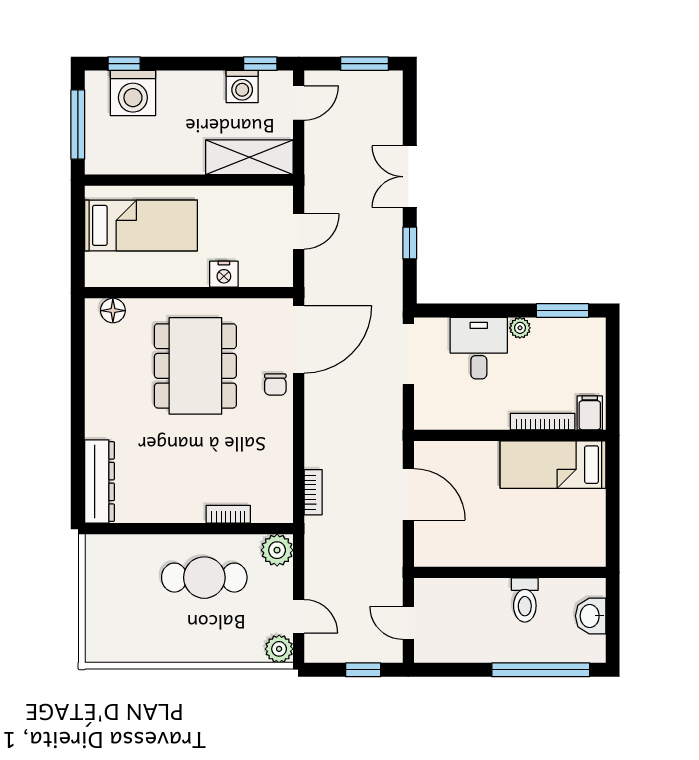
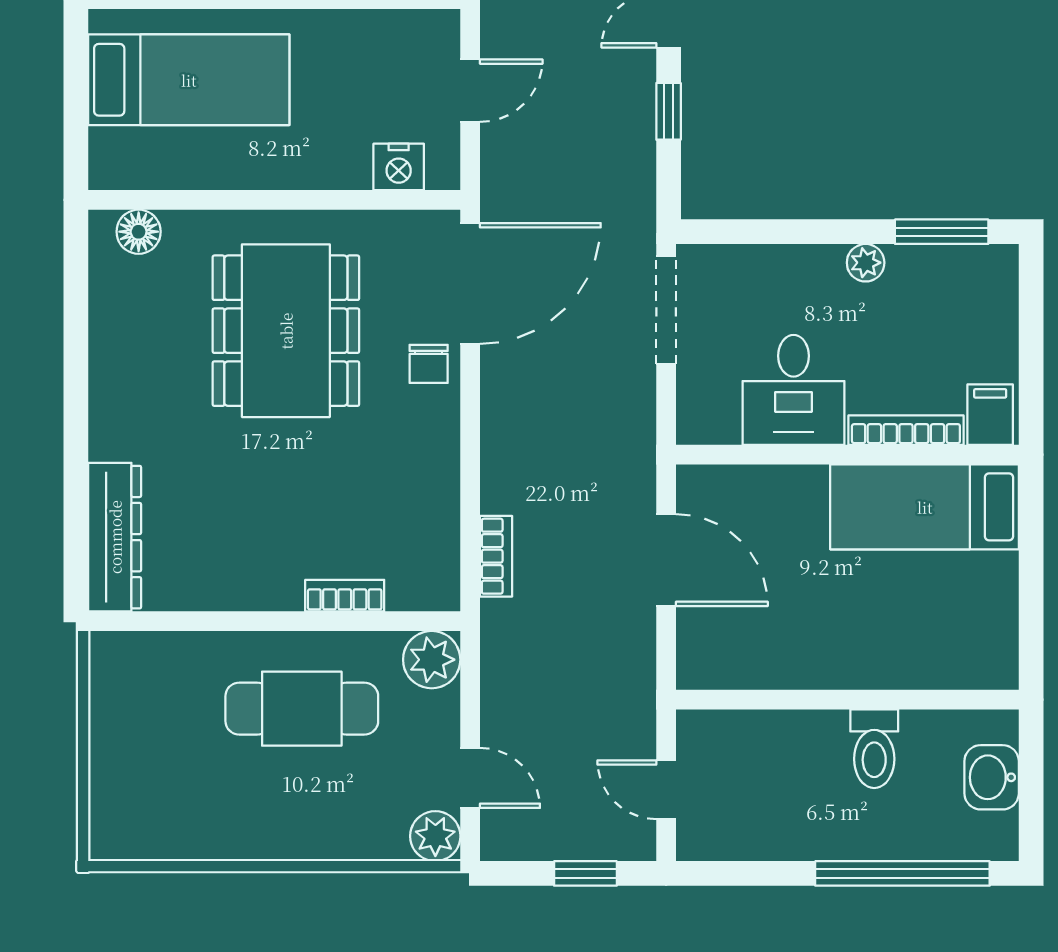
nightstand: (224, 274) -> (399, 167), moved
desk: (479, 348) -> (794, 390), moved, turned 180

